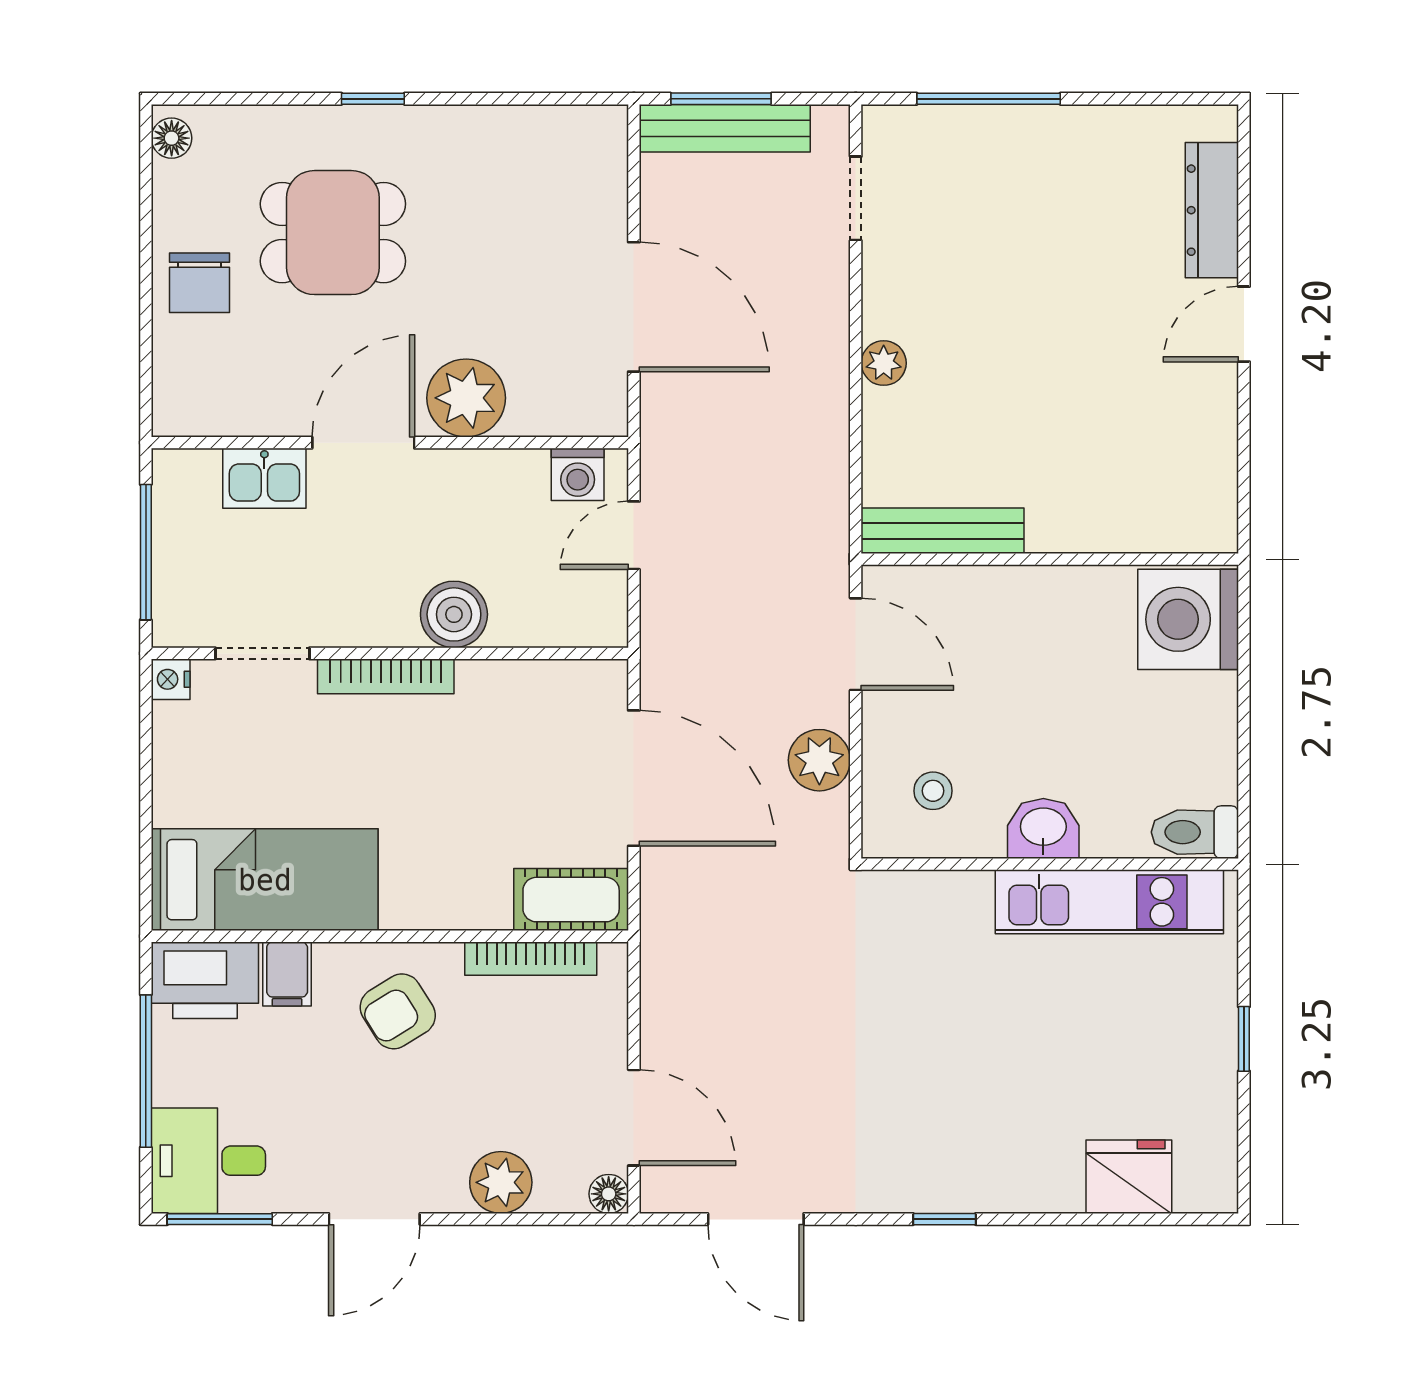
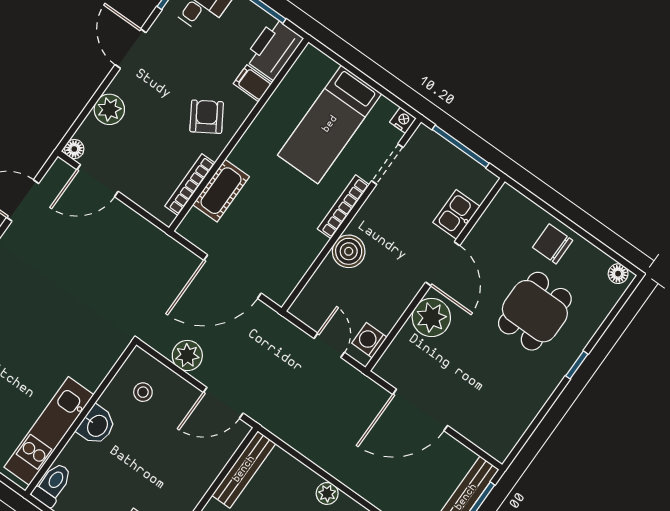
bed: (265, 880) -> (330, 124), moved
cot: (571, 900) -> (221, 191), moved

